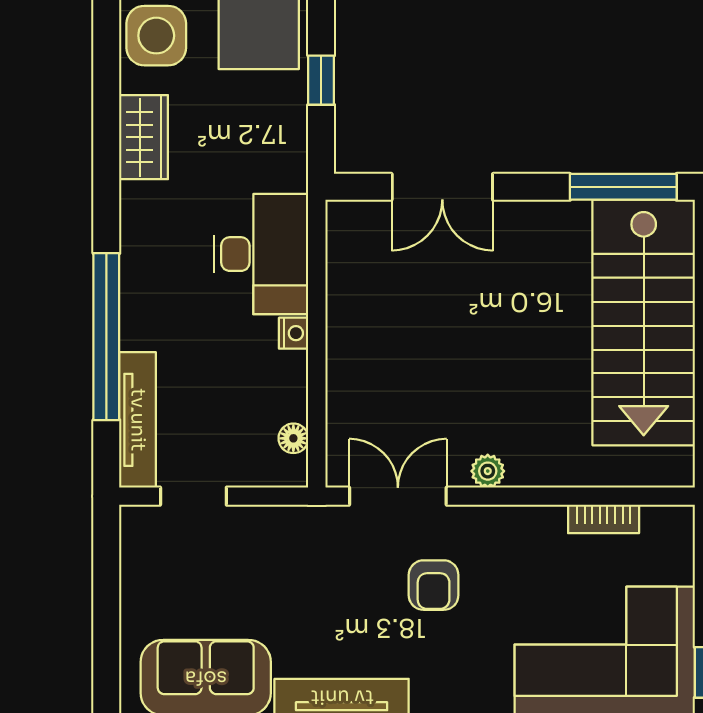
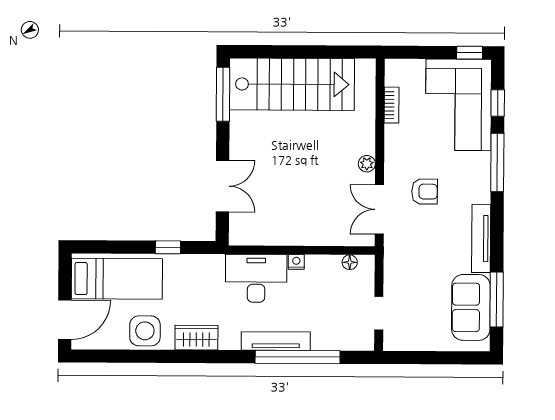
tv unit: (138, 420) -> (276, 341), moved

